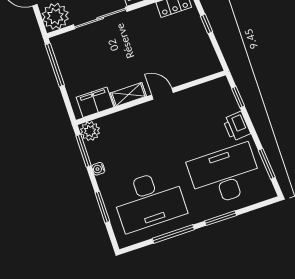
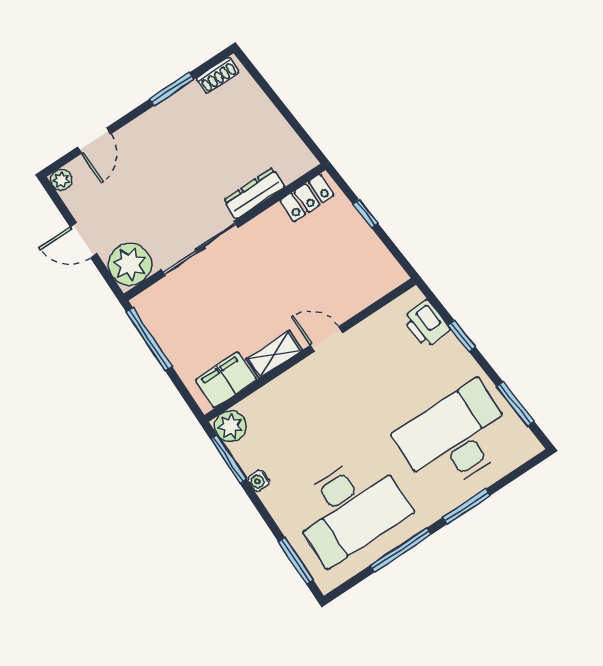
window: (238, 97) -> (462, 336), moved
printer: (237, 126) -> (426, 324), moved
window: (102, 207) -> (296, 561), moved

